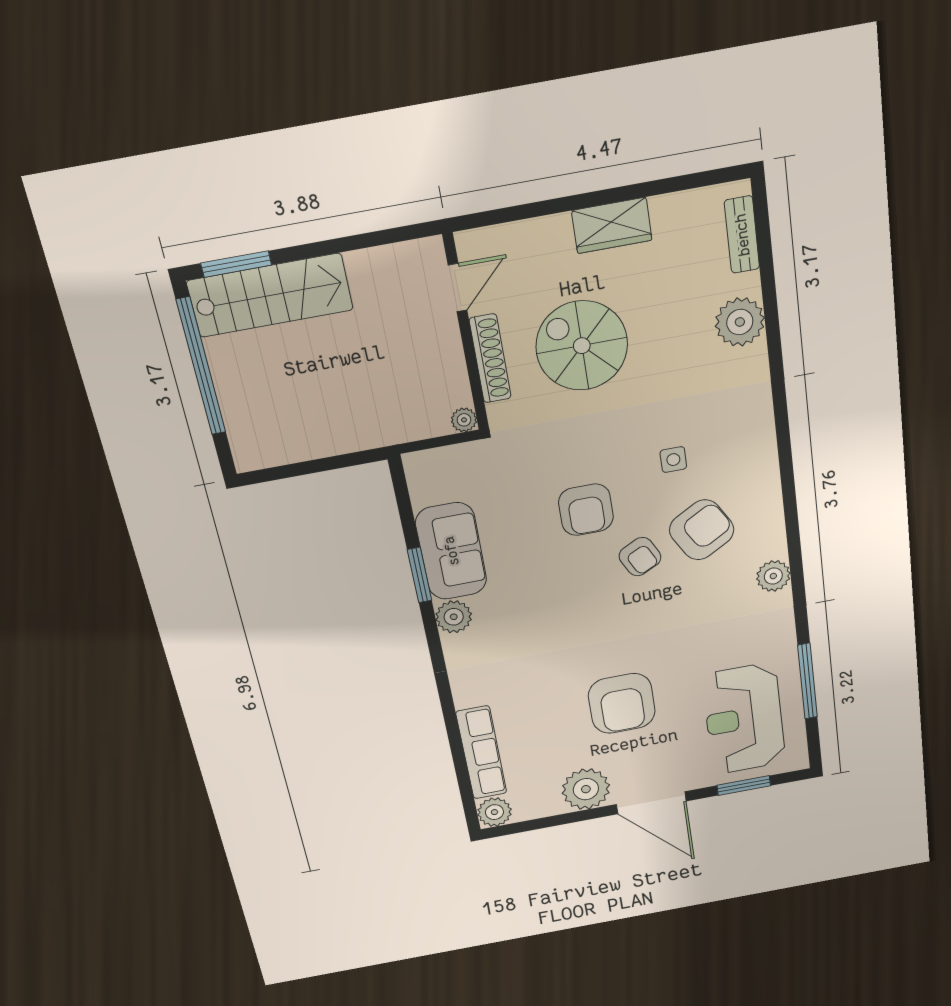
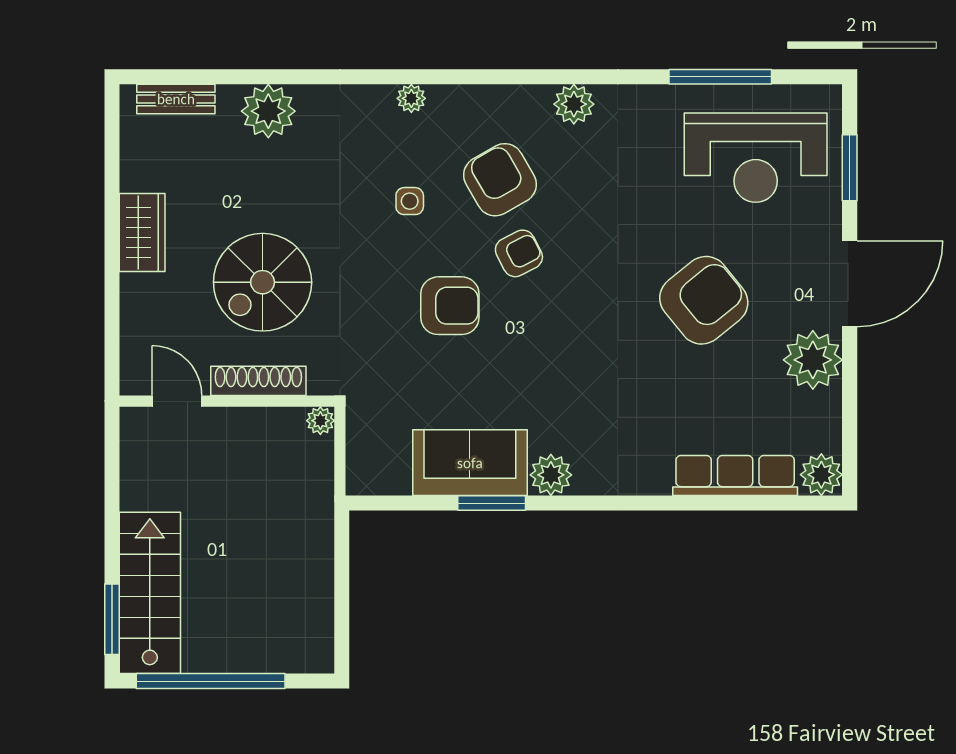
plant: (765, 444) -> (411, 98), added
armchair: (622, 703) -> (704, 300), turned -39

